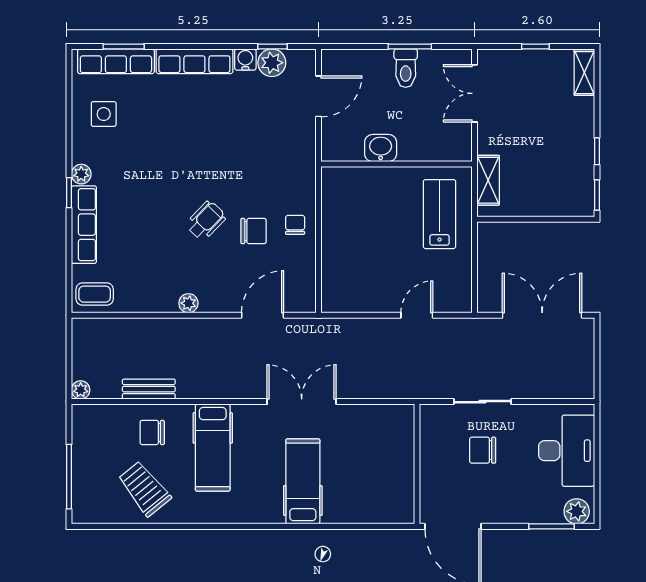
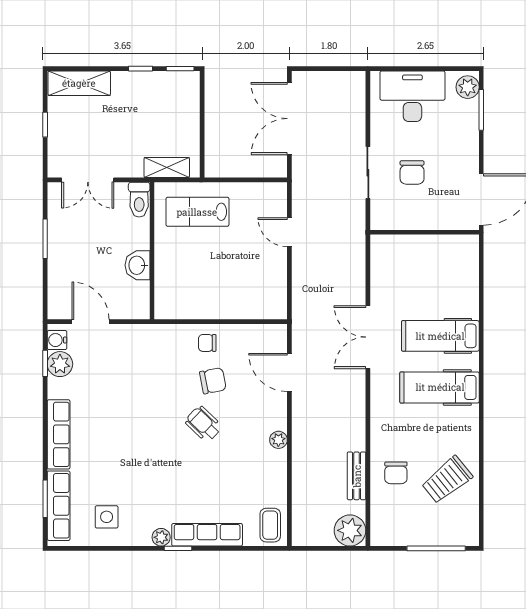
water cooler: (245, 59) -> (57, 340), moved
toilet: (406, 68) -> (139, 200), moved, turned 90
shelving: (584, 73) -> (79, 83), width x1.50, depth x1.33
chair: (253, 231) -> (213, 381), turned 79
plant: (81, 390) -> (350, 530), width x1.88, depth x1.88
hospital bed: (213, 448) -> (440, 387), moved, turned 180

